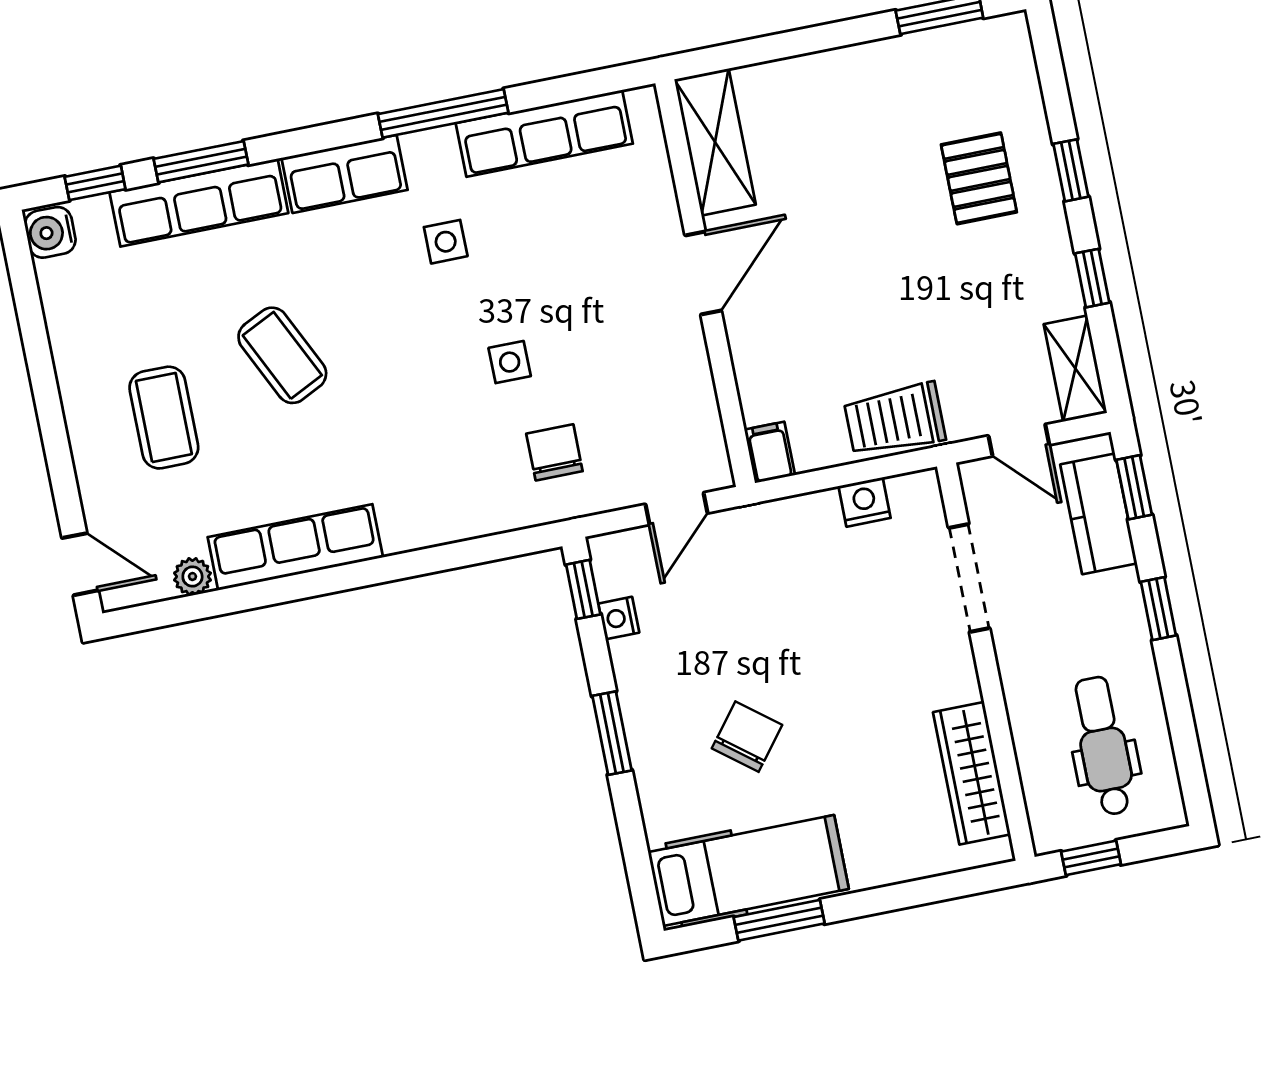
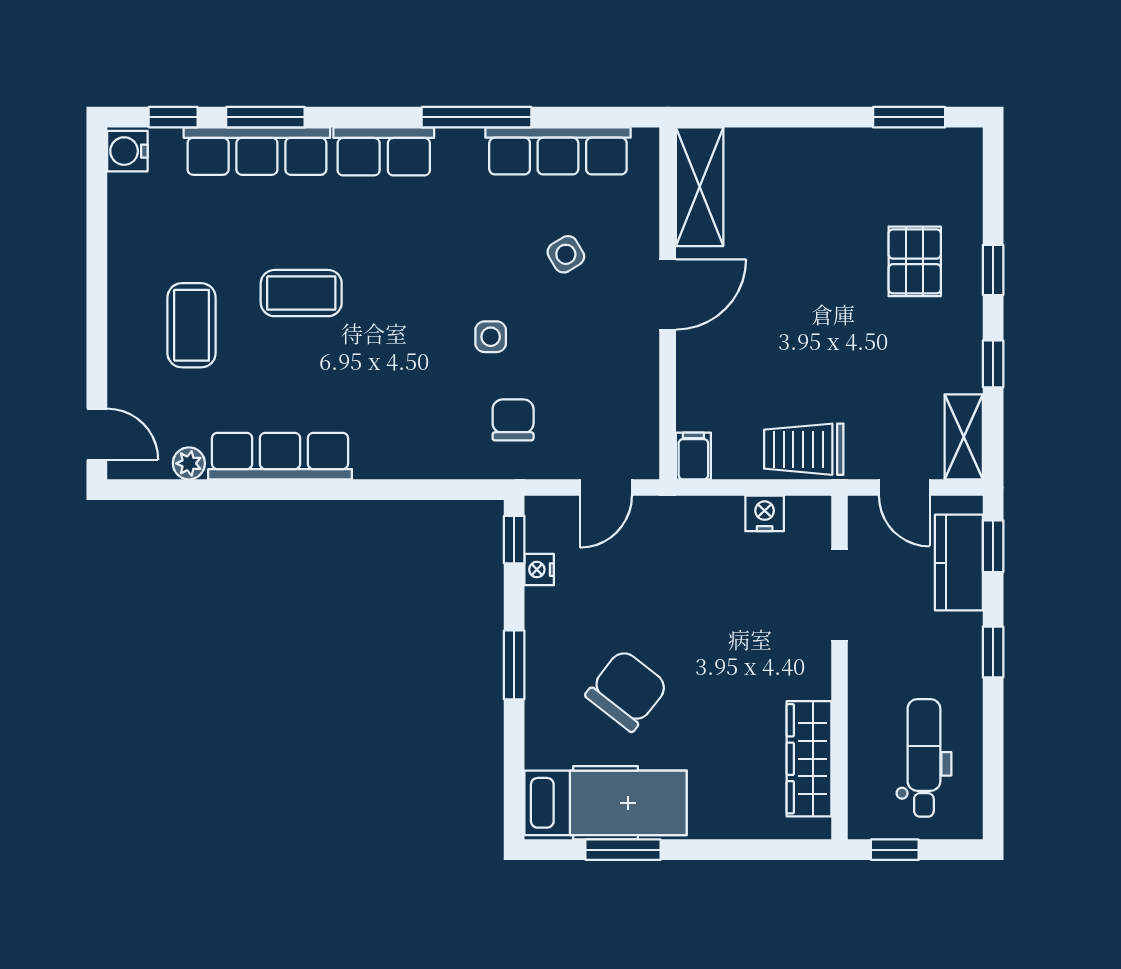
side table: (446, 242) -> (566, 254), moved, turned -31
coffee table: (282, 355) -> (301, 293), turned -64
chair: (747, 737) -> (627, 690), width x1.37, depth x1.37

